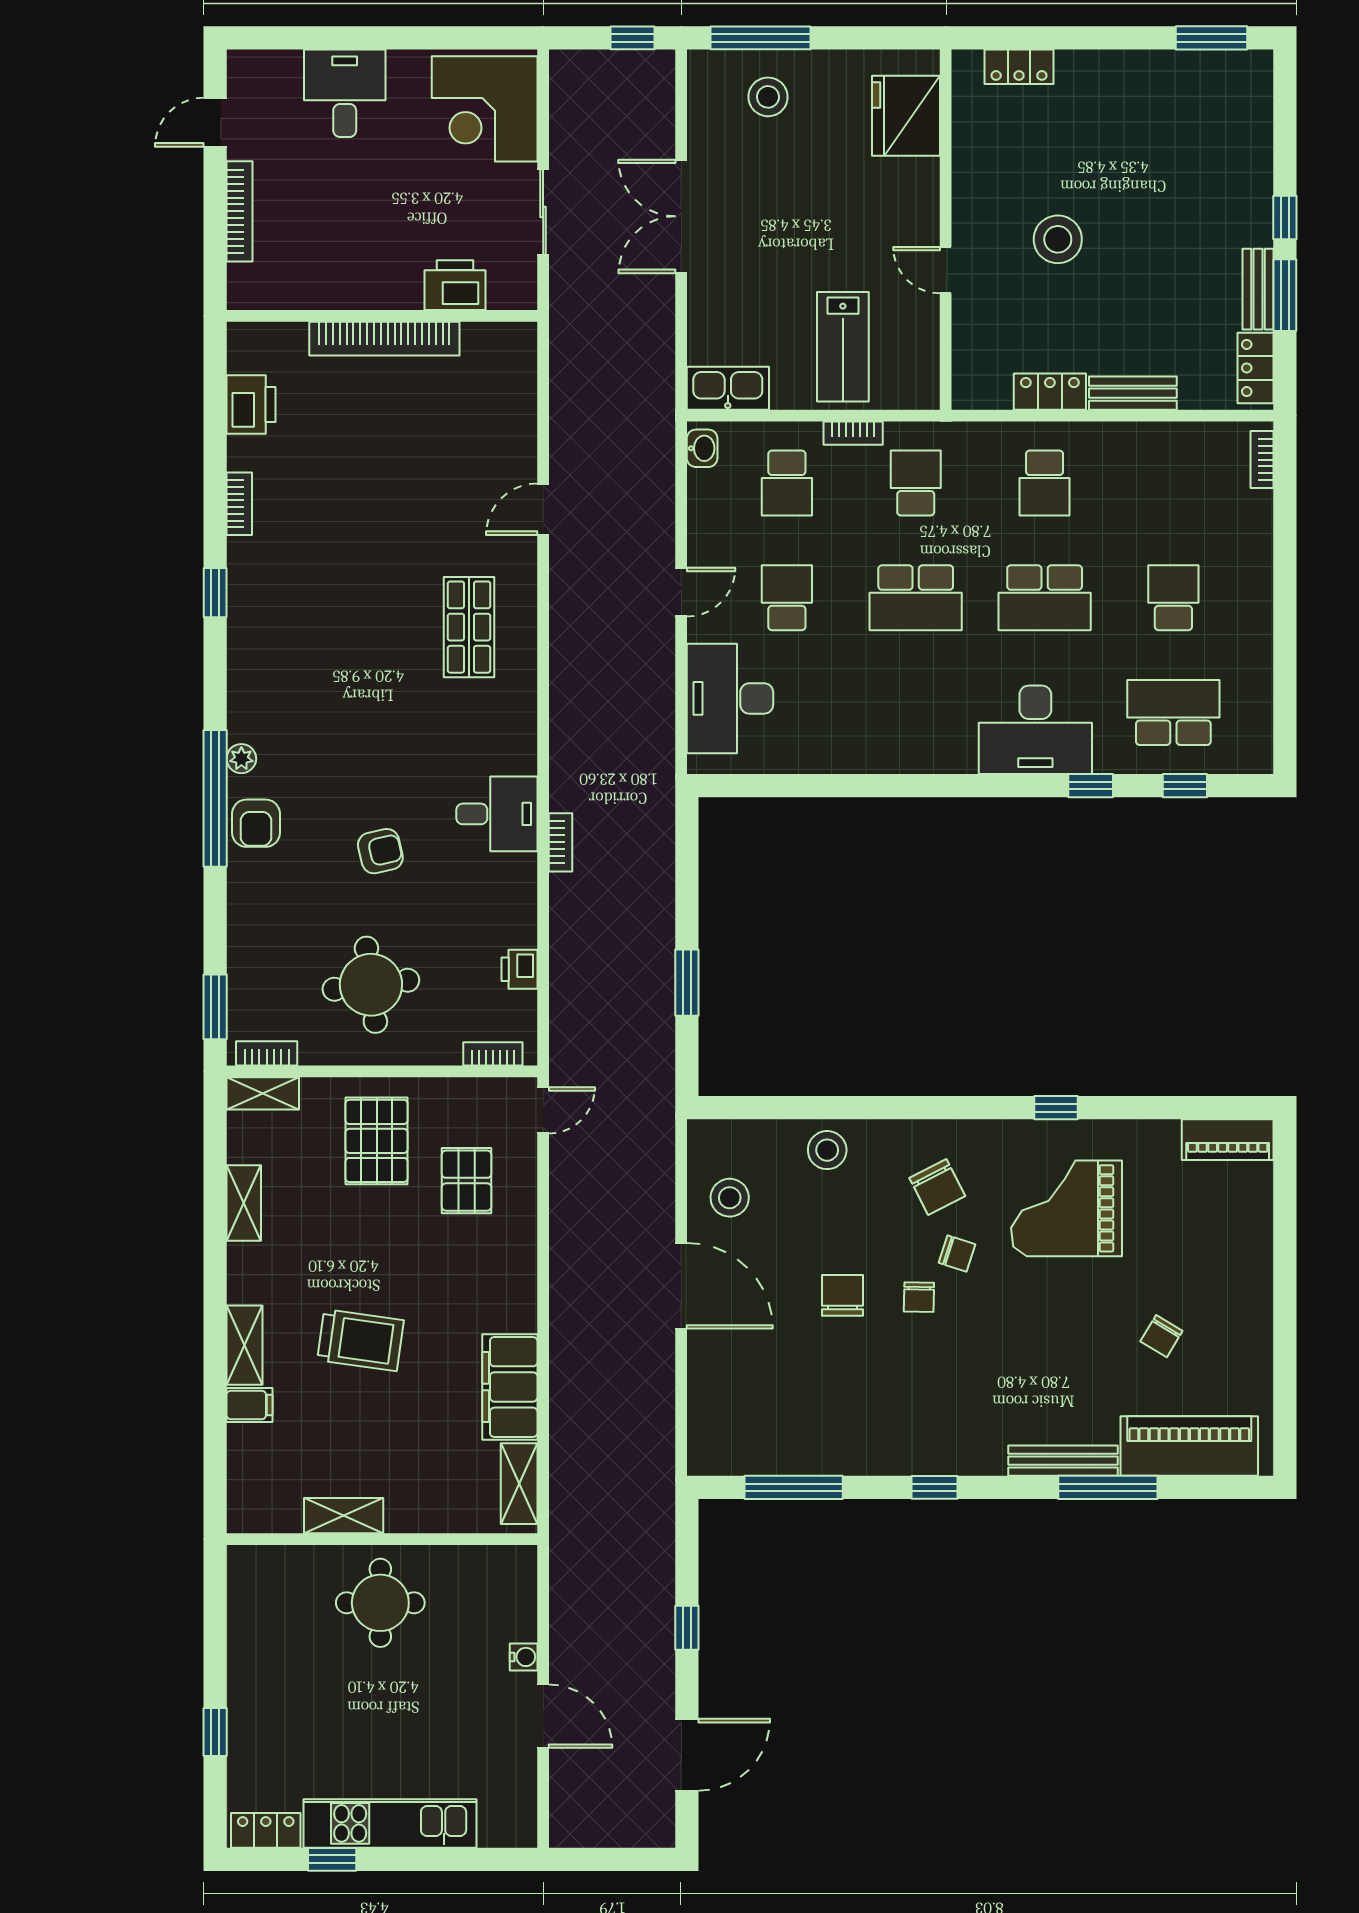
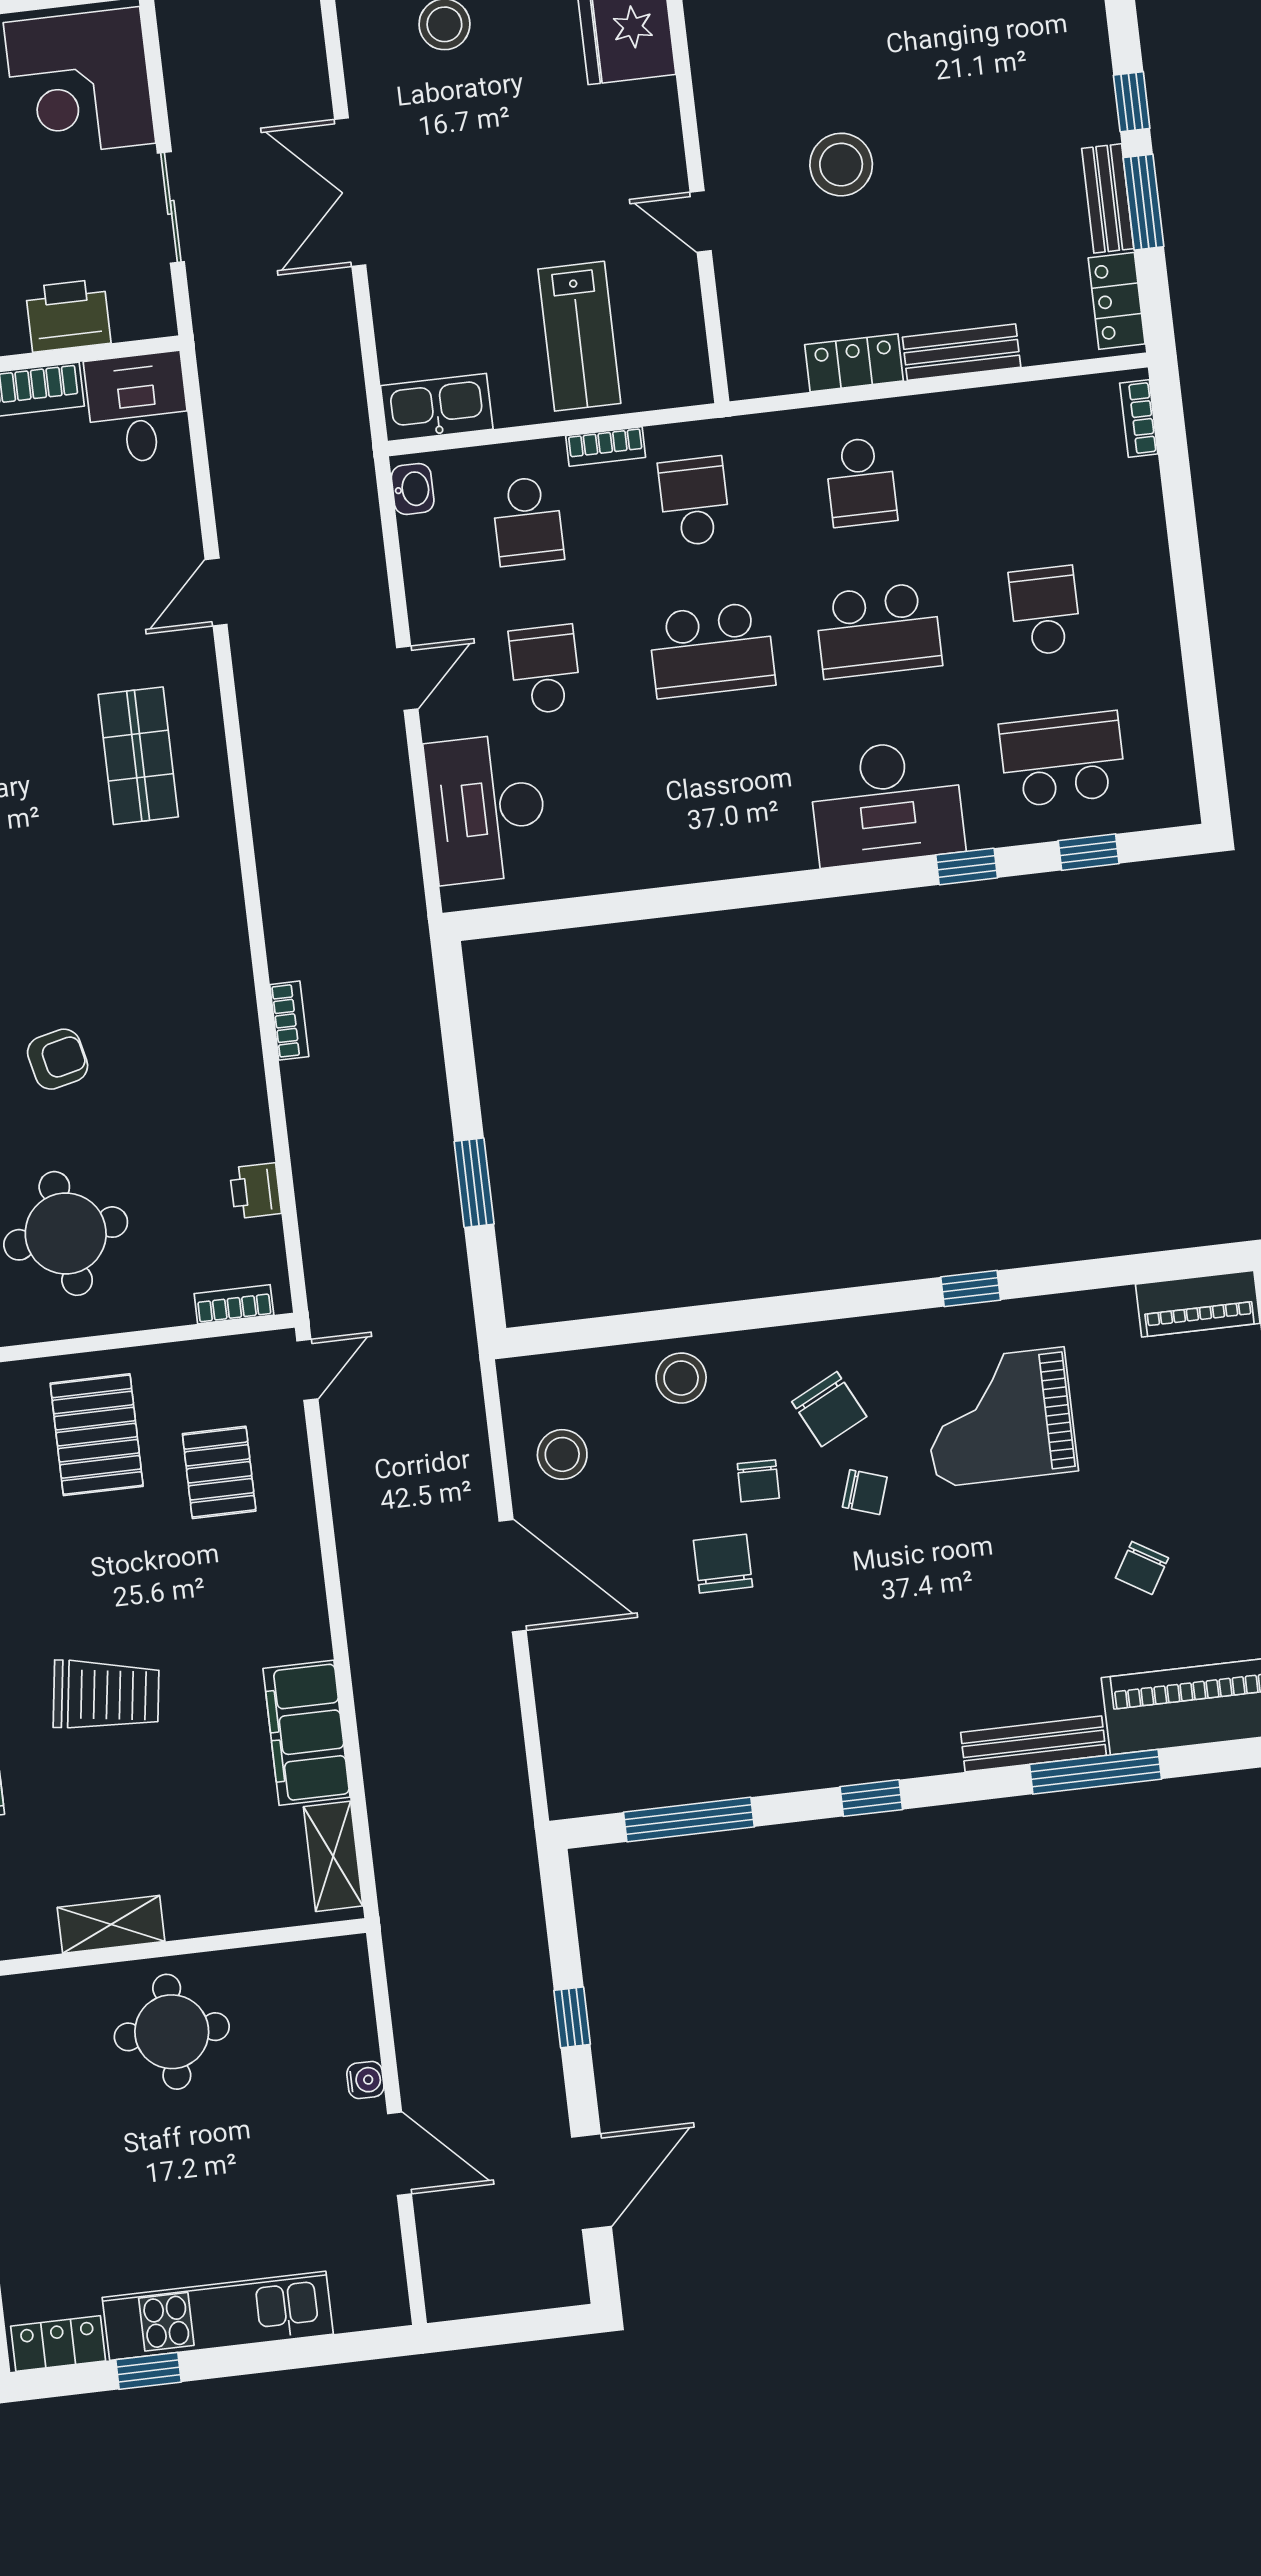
desk: (497, 814) -> (138, 408), moved, turned -90
chair: (919, 1297) -> (758, 1481), moved

